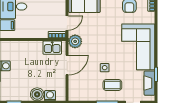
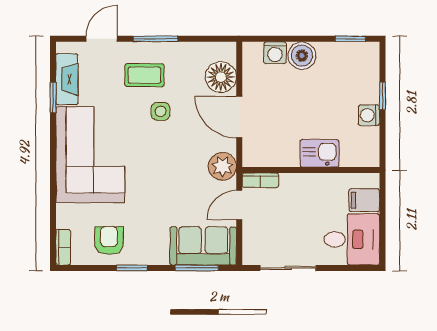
kitchen sink: (52, 48) -> (320, 153), moved
door: (67, 65) -> (239, 117), hinge flipped
floor lamp: (76, 84) -> (221, 77), added

